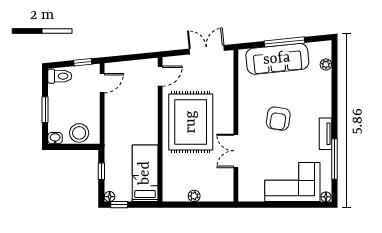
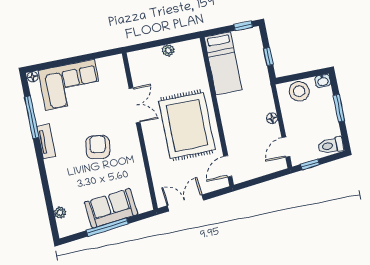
double door: (207, 50) -> (185, 203), swing flipped
sofa: (277, 59) -> (111, 208), width x0.73
floor lamp: (110, 197) -> (272, 118), moved

